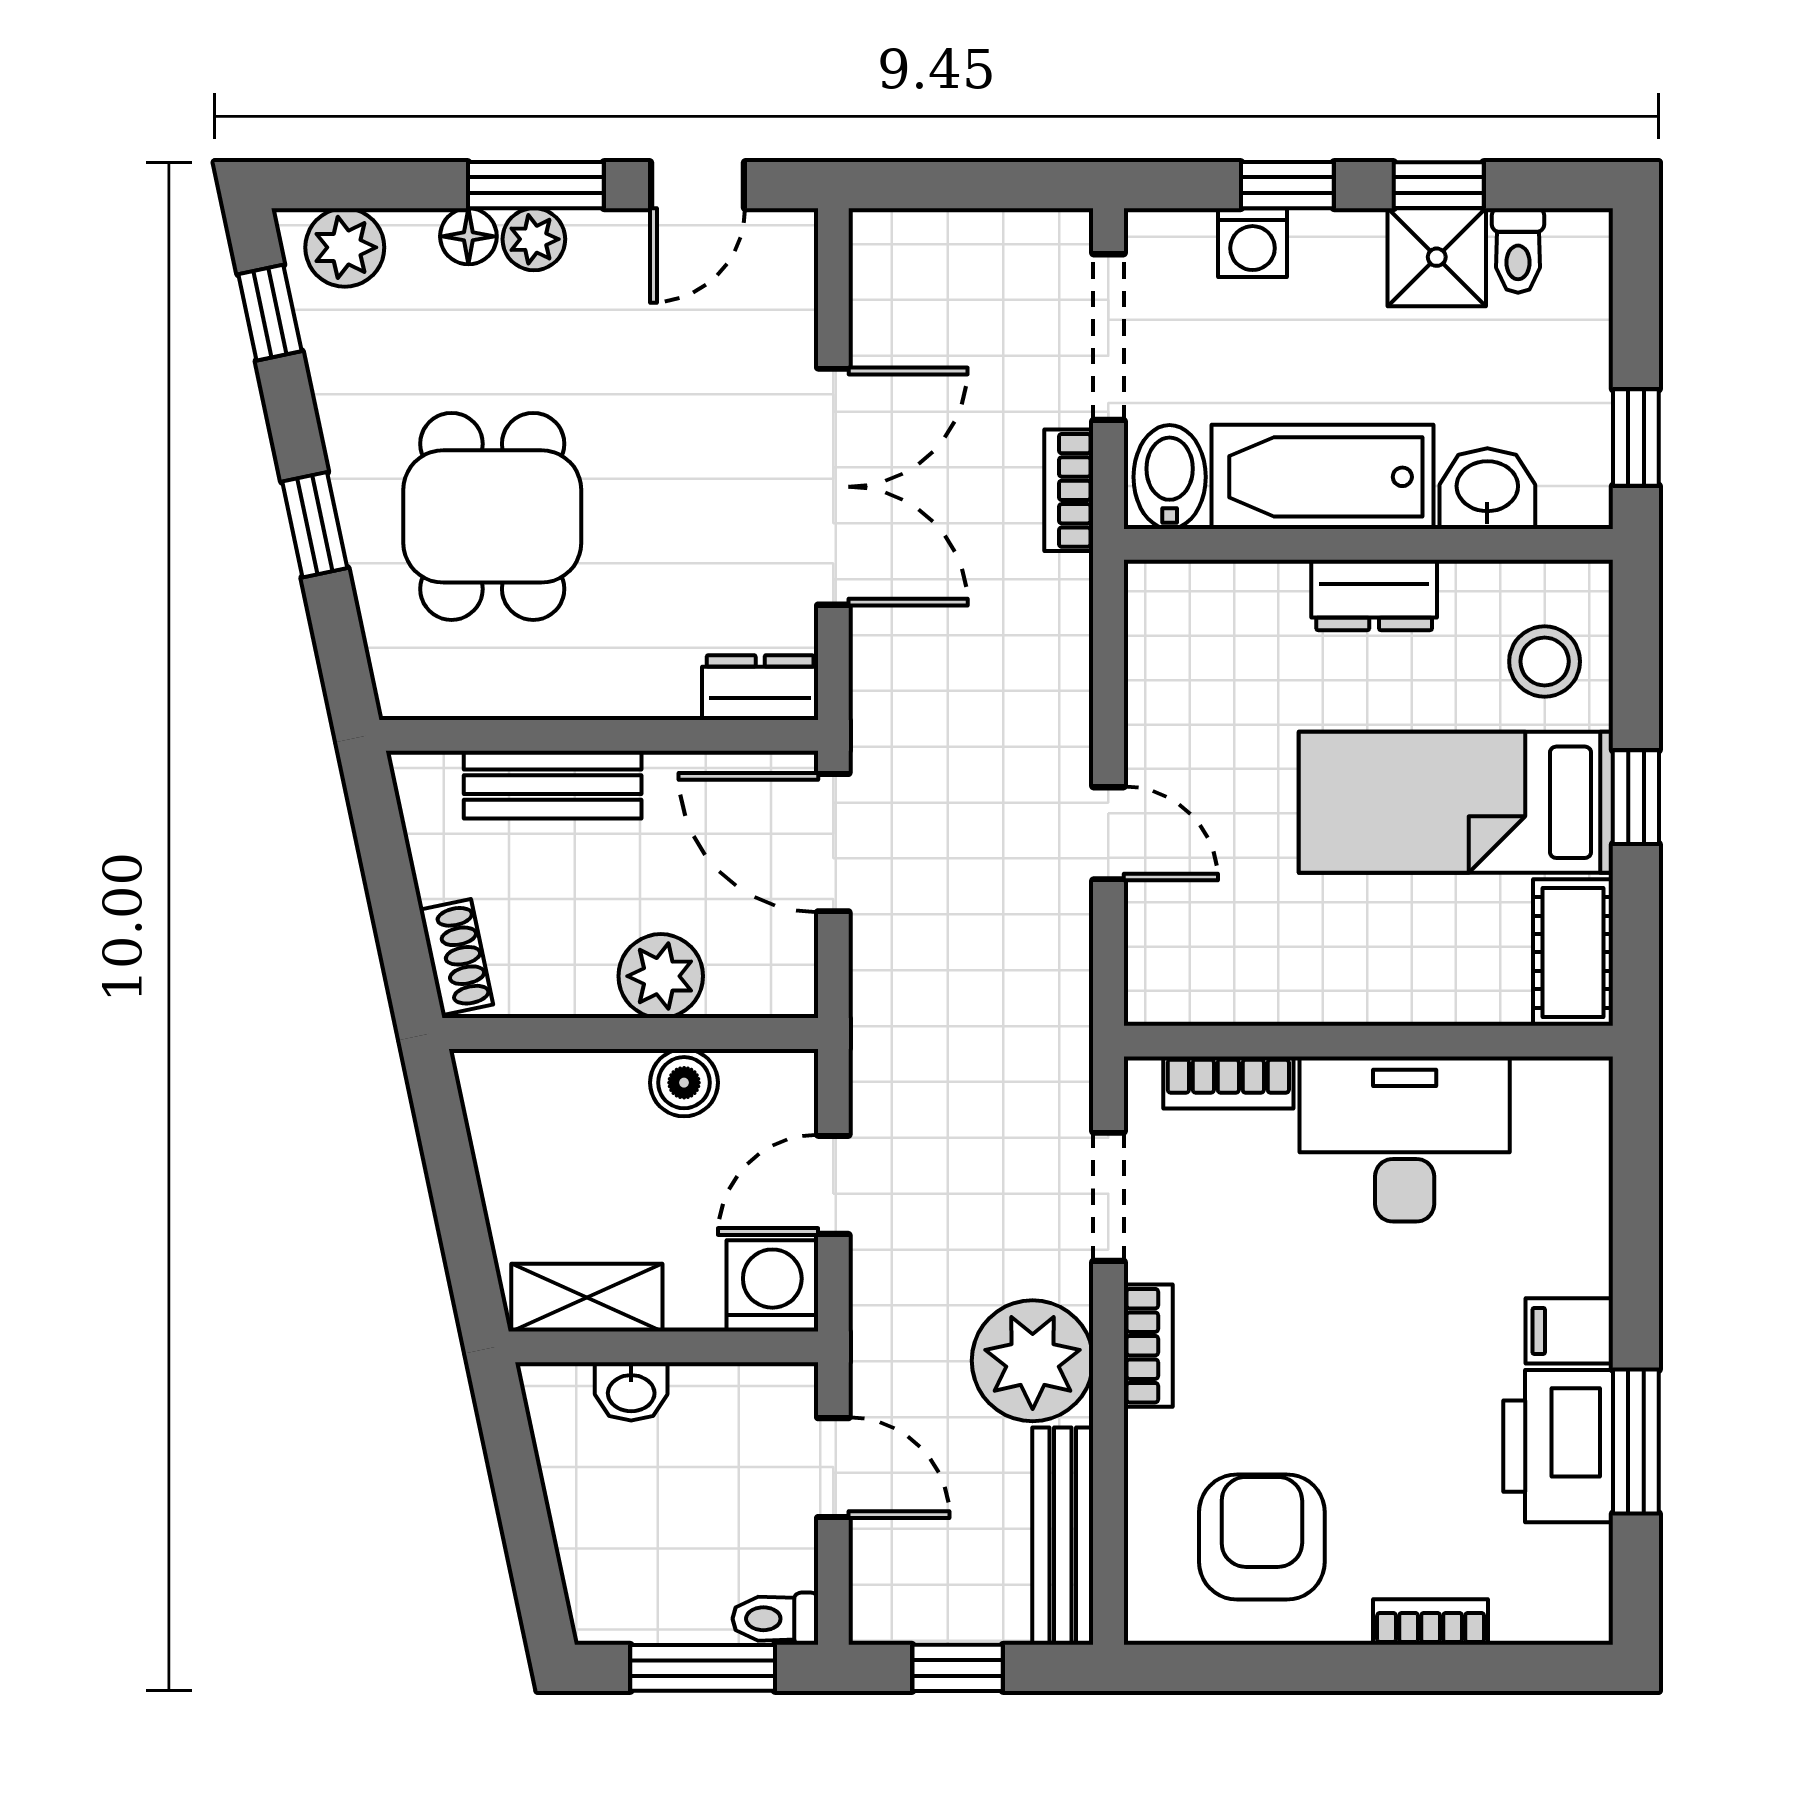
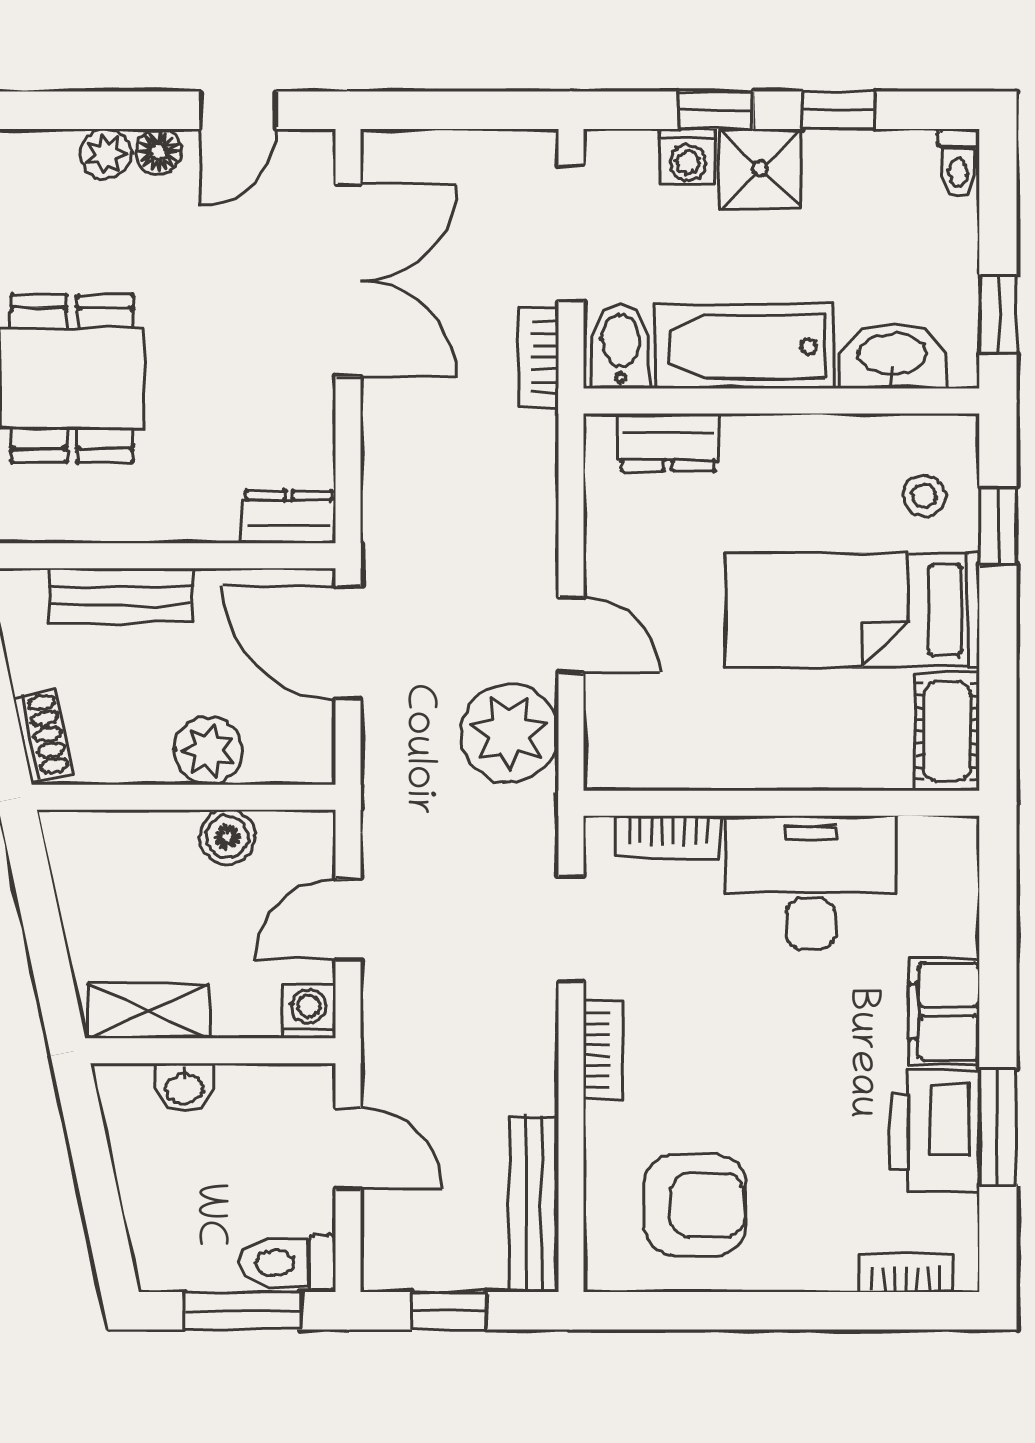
window: (536, 185) -> (107, 110), removed
floor lamp: (468, 236) -> (159, 152), moved
toilet: (1518, 251) -> (958, 163), moved
shower: (1437, 257) -> (760, 169), moved
double door: (833, 487) -> (348, 280), moved
washbasin: (1487, 489) -> (893, 356), width x1.38
dresser: (1374, 595) -> (668, 442), moved
stool: (1545, 661) -> (924, 496), width x0.73, depth x0.73
window: (1636, 797) -> (998, 526), moved
washing machine: (772, 1286) -> (309, 1012), width x0.73, depth x0.73
filing cabinet: (1569, 1331) -> (944, 1011), width x2.00
plant: (1033, 1361) -> (509, 733), moved
armchair: (1262, 1537) -> (695, 1205), turned 90
toilet: (775, 1619) -> (288, 1263), width x1.37, depth x1.39
bookcase: (1431, 1622) -> (906, 1274), moved

